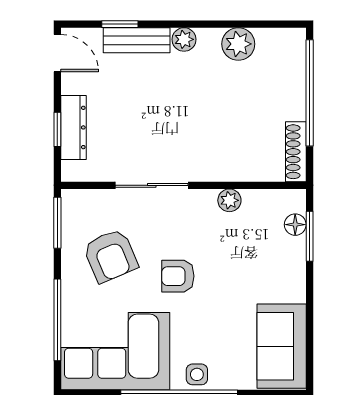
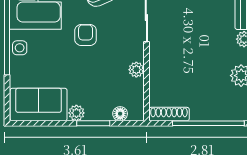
window: (310, 236) -> (93, 123), moved
plant: (294, 290) -> (76, 113), added

